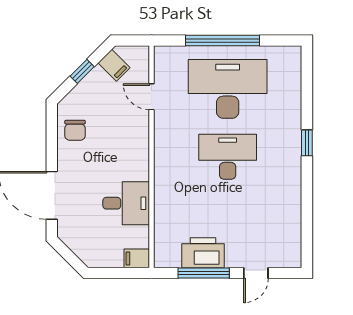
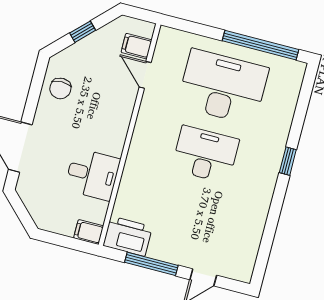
window: (222, 41) -> (261, 45), moved
filing cabinet: (114, 65) -> (137, 46), moved, turned 135
printer: (203, 253) -> (128, 236), moved

